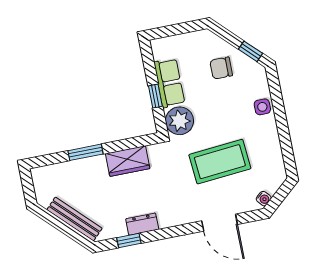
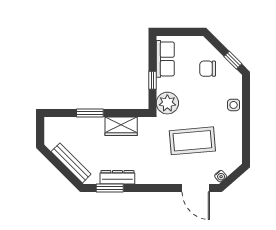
row of seats: (169, 83) -> (165, 59), moved
door: (220, 223) -> (196, 188), moved
dresser: (142, 224) -> (117, 177), width x1.44
window: (129, 241) -> (110, 188), width x1.50

